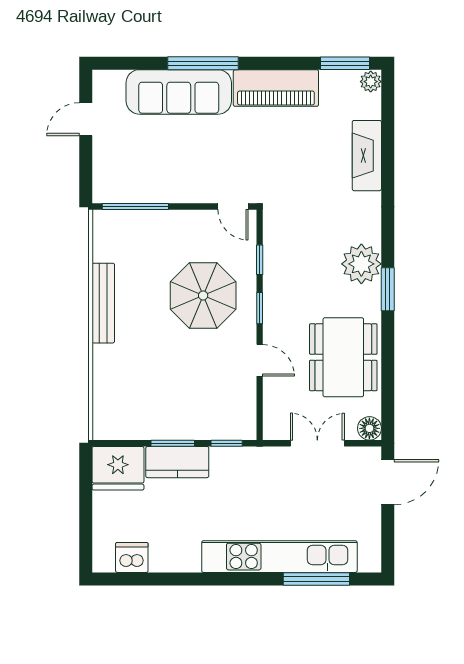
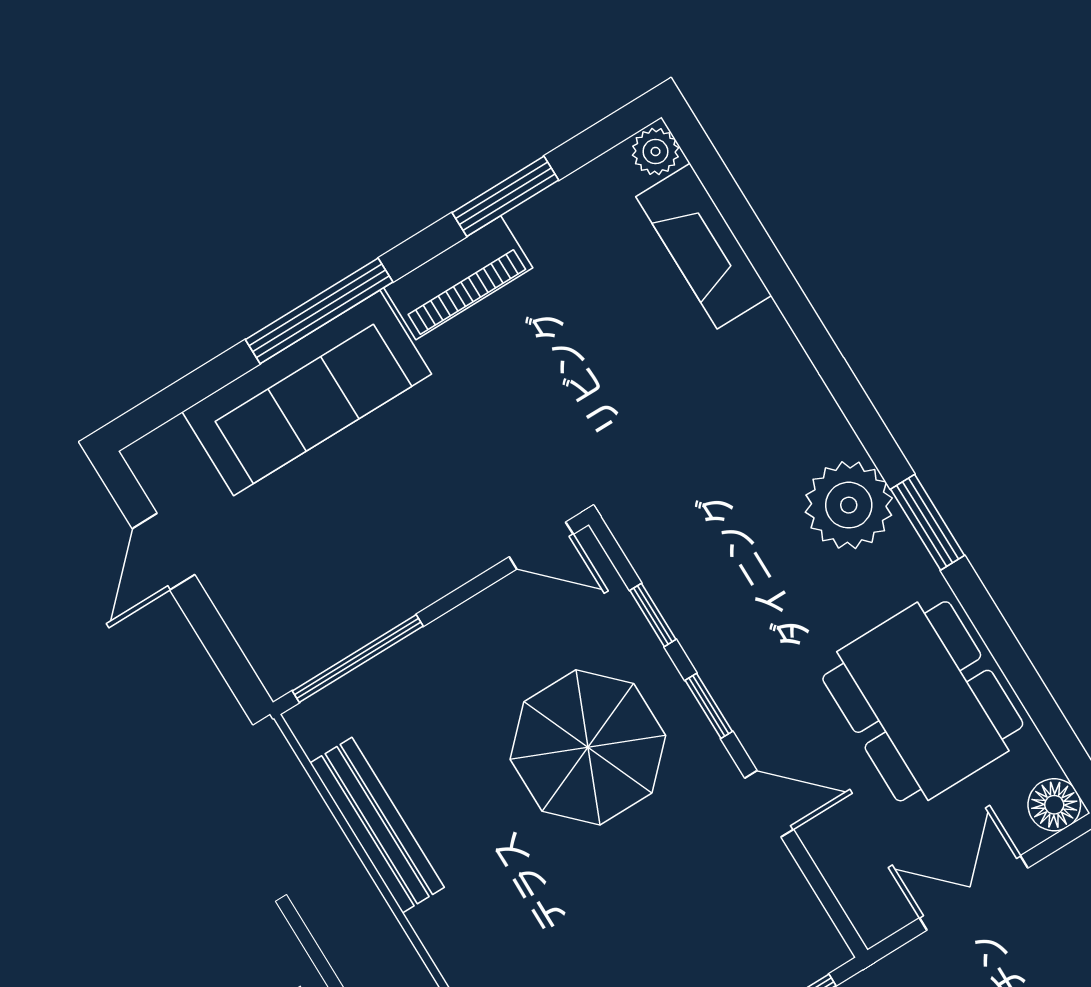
window: (345, 63) -> (505, 196), moved
piano: (276, 88) -> (458, 278), width x0.73, depth x0.75
fireplace: (367, 156) -> (704, 246), moved
bench: (103, 303) -> (377, 825), moved

